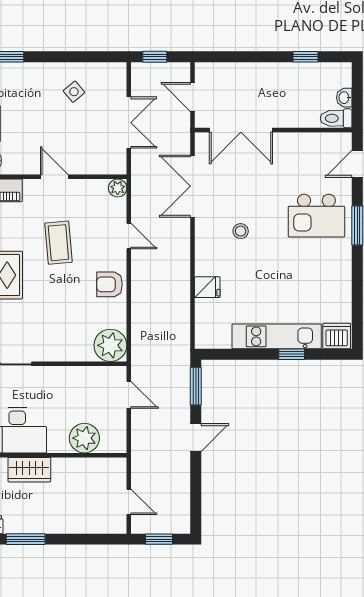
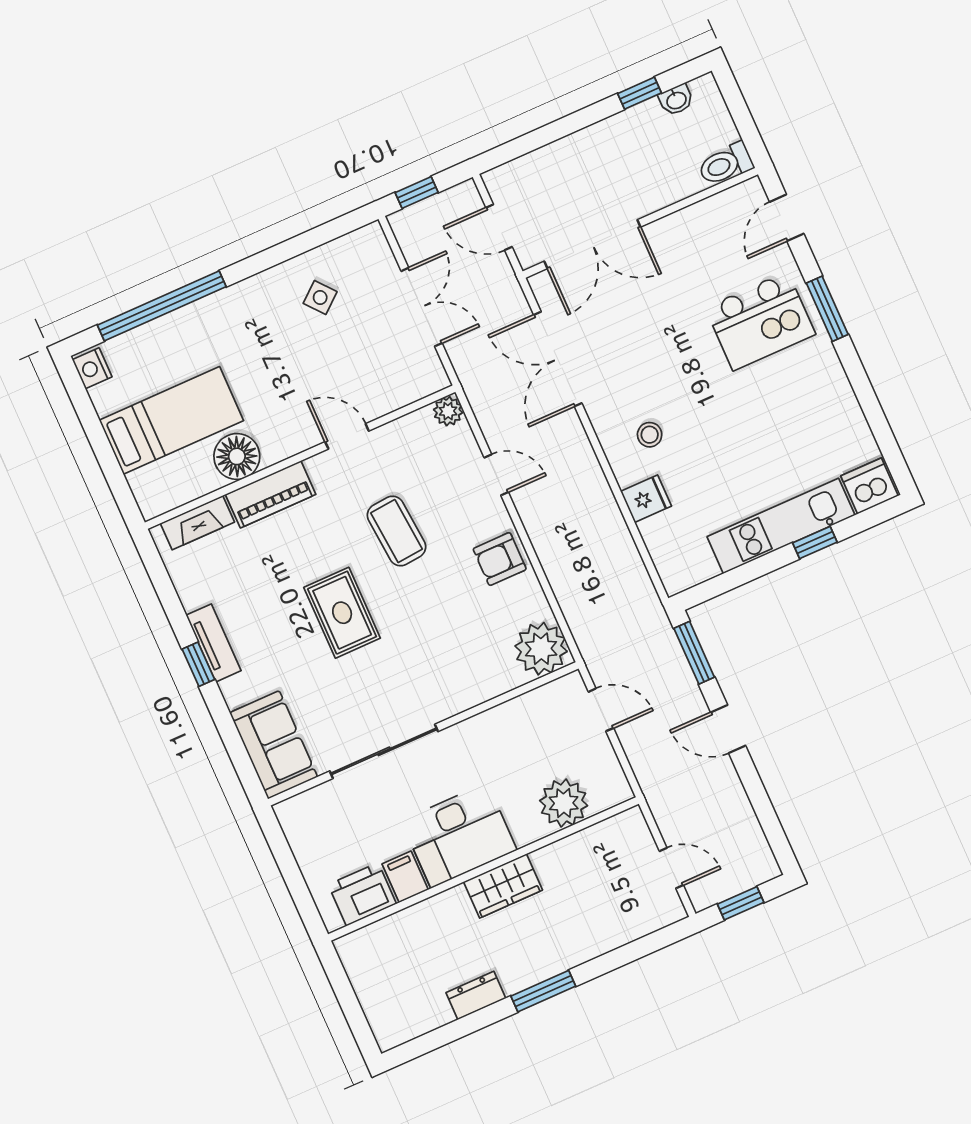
washbasin: (344, 98) -> (676, 100), moved, turned -90
stool: (241, 231) -> (650, 435), moved
door: (196, 438) -> (728, 729), swing flipped

